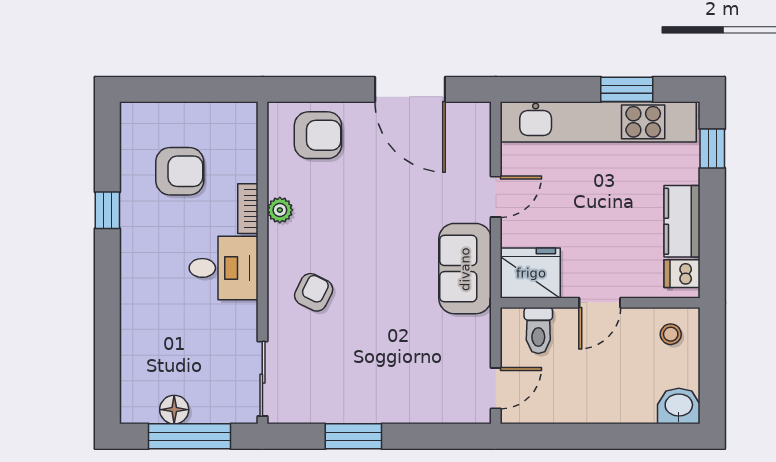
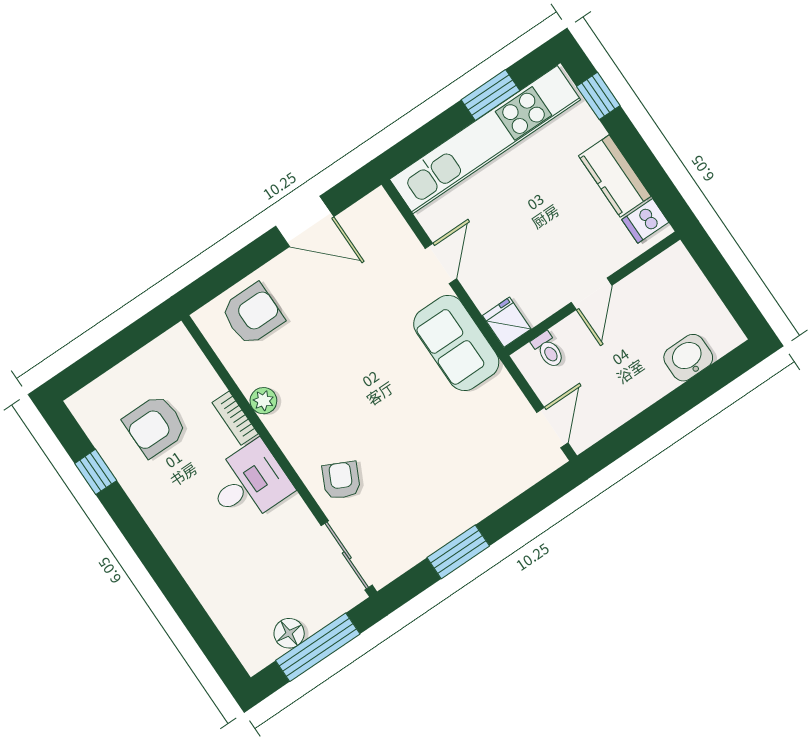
door: (410, 89) -> (305, 221), width x0.73
armchair: (180, 171) -> (155, 426), turned 180
window: (107, 210) -> (96, 472), moved
fridge: (531, 273) -> (507, 322), width x0.53, depth x0.75
armchair: (314, 292) -> (341, 480), moved
toilet: (538, 331) -> (548, 350), width x0.73, depth x0.72
stool: (671, 334) -> (671, 279), removed
washbasin: (679, 406) -> (688, 358), moved

